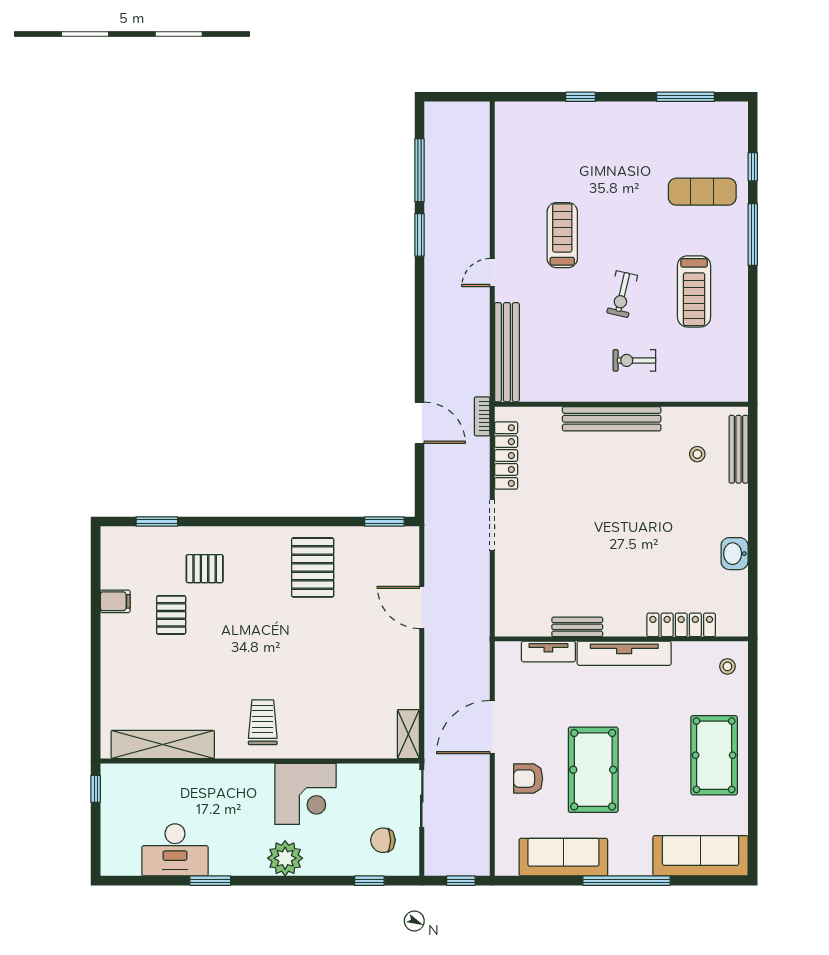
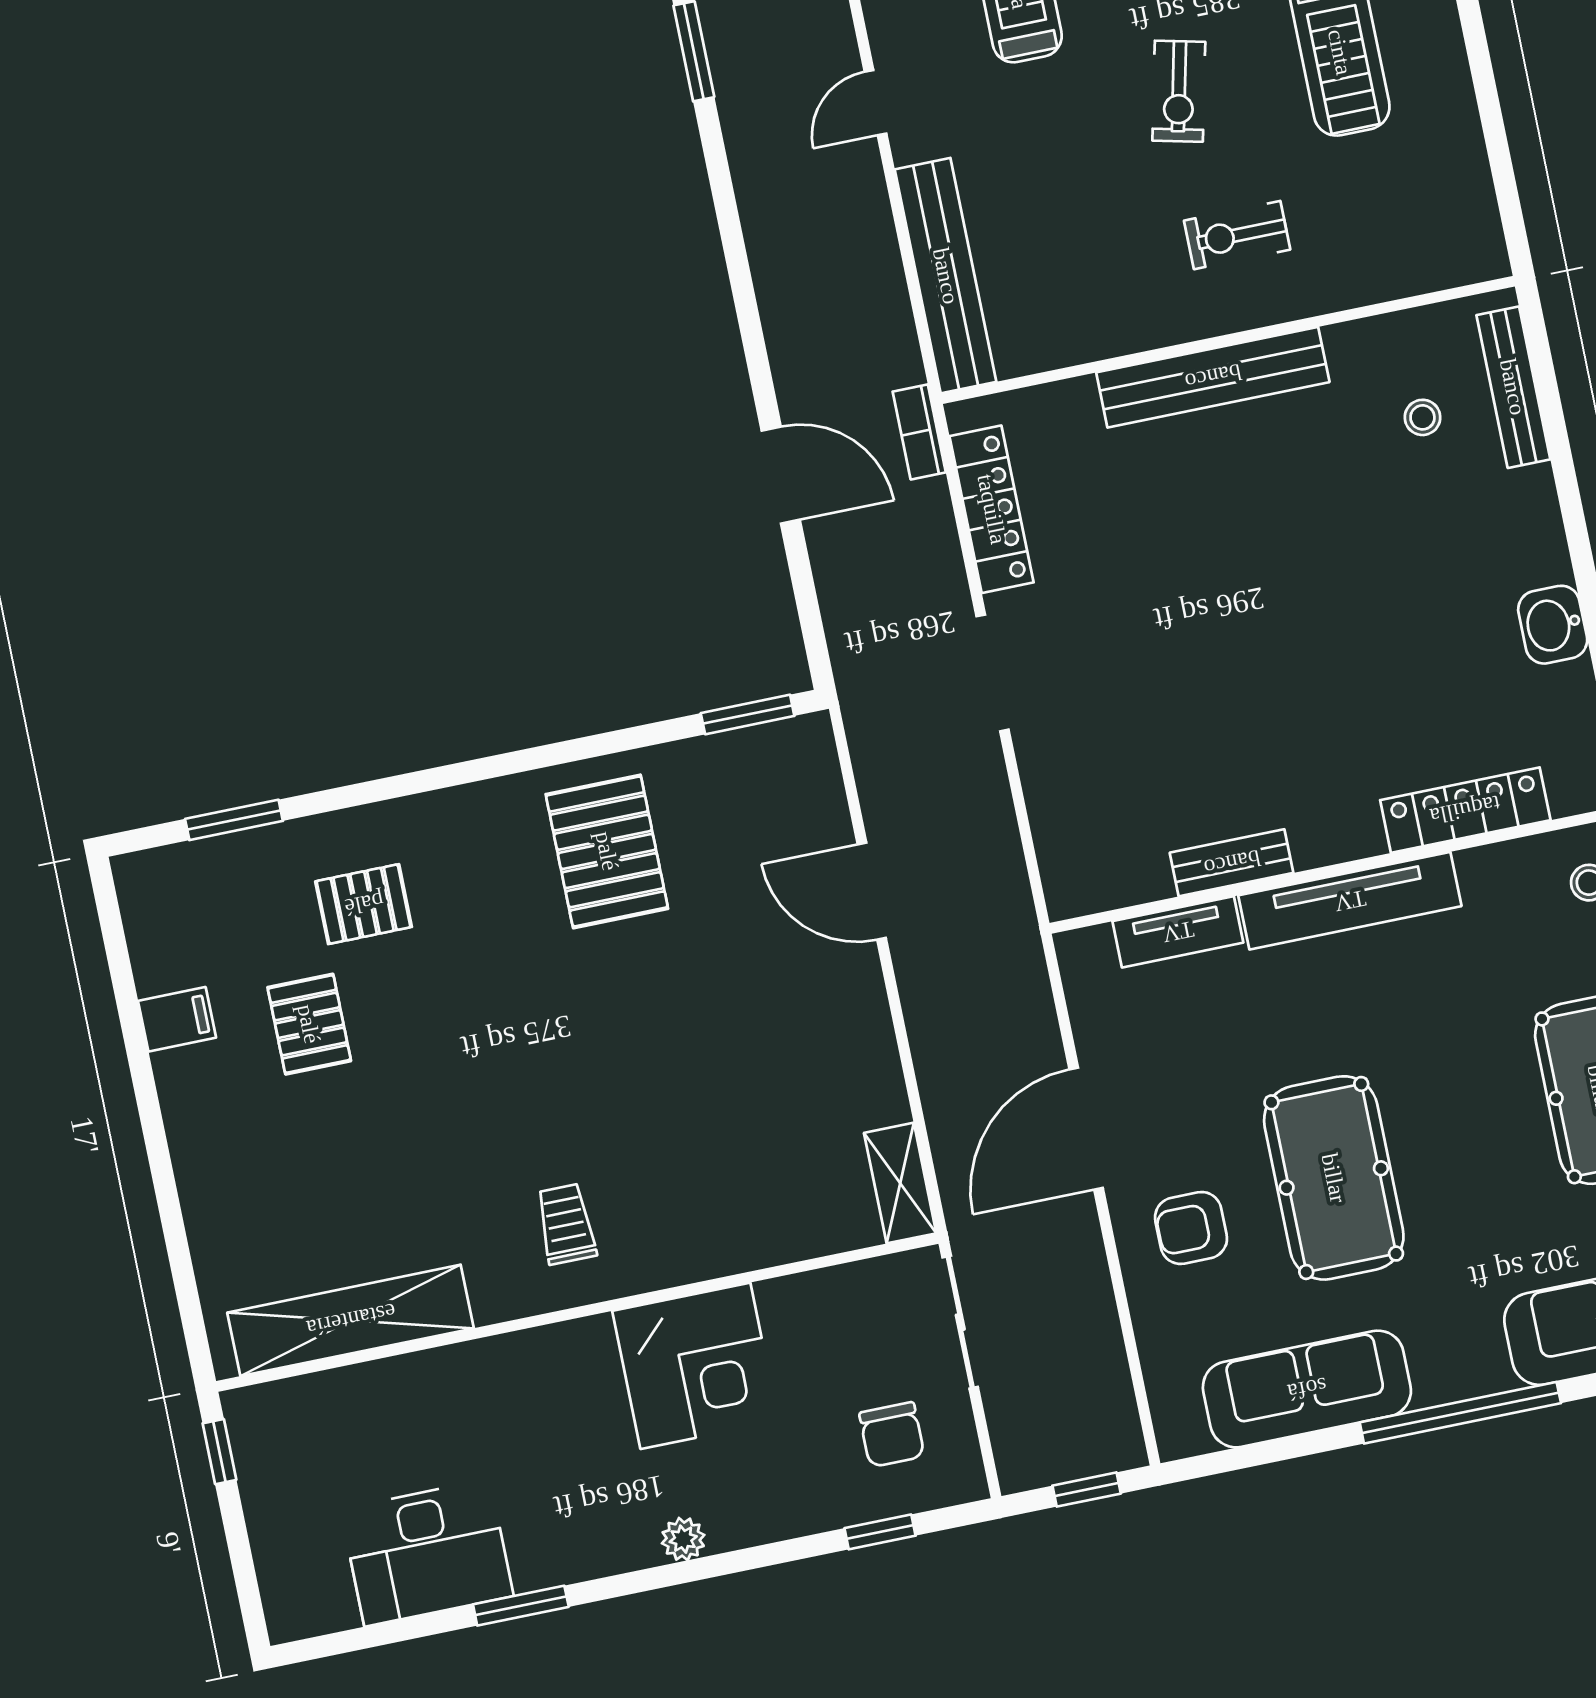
trolley: (263, 722) -> (566, 1224), width x0.73, depth x0.72
chair: (383, 840) -> (892, 1435), turned -90
plant: (285, 858) -> (683, 1539), width x0.53, depth x0.53

